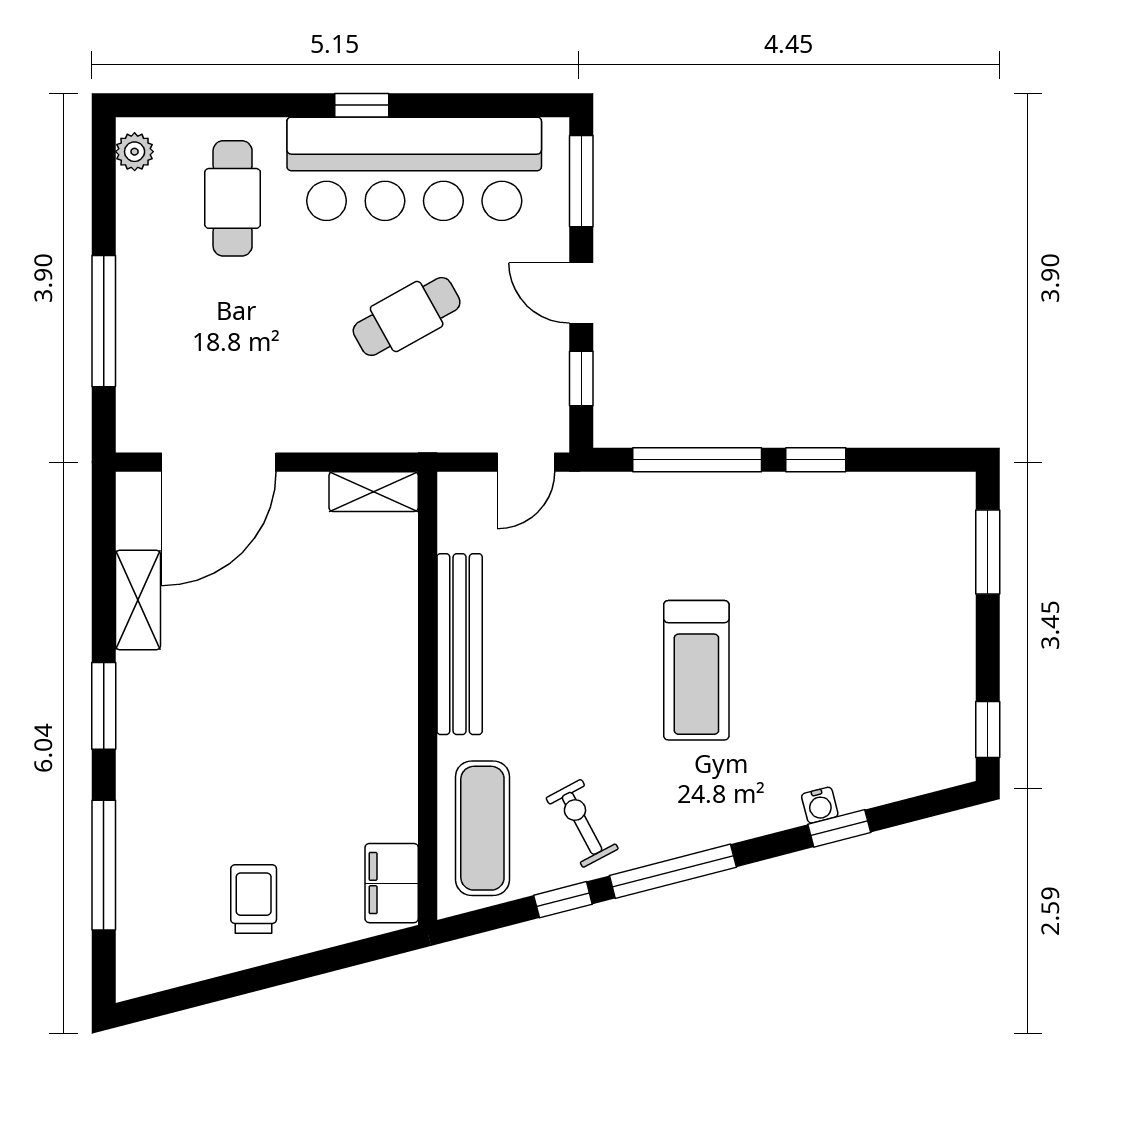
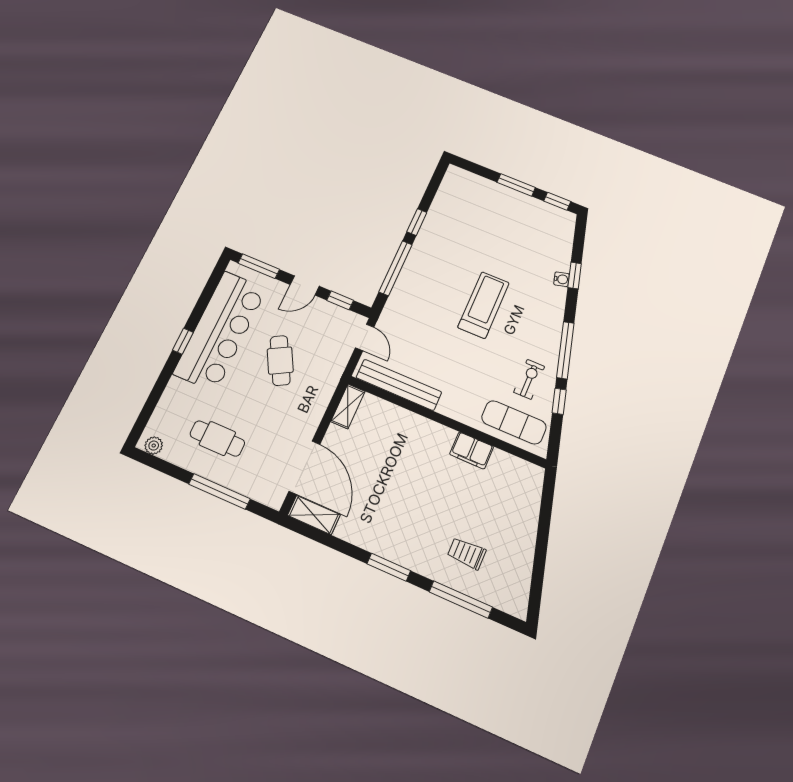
cafe table: (233, 198) -> (217, 438), moved
window: (988, 552) -> (516, 185), moved
shelving: (138, 600) -> (314, 515), moved
bench: (460, 644) -> (399, 385), moved
treadmill: (696, 670) -> (483, 305), turned -90
exercise bike: (582, 823) -> (529, 379), turned 118
filing cabinet: (392, 883) -> (472, 450), moved
trolley: (254, 899) -> (467, 553), moved

